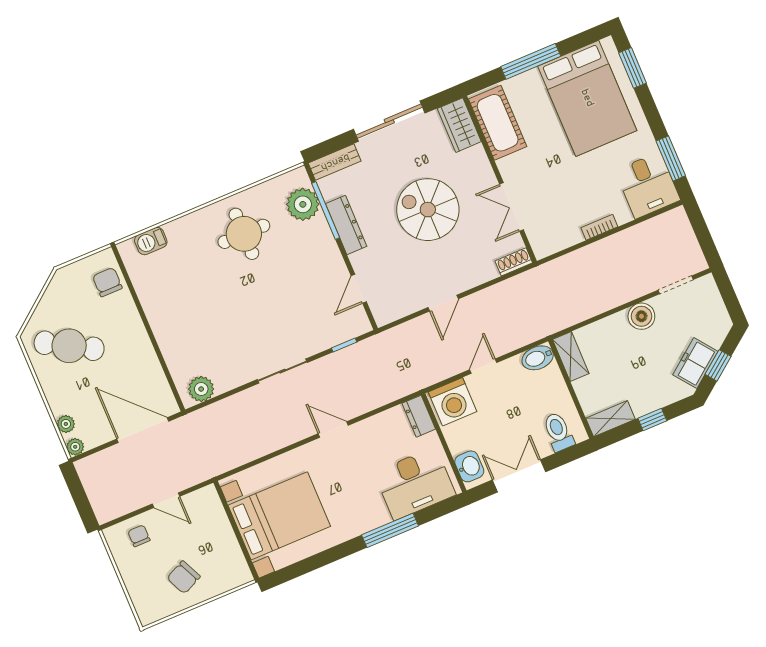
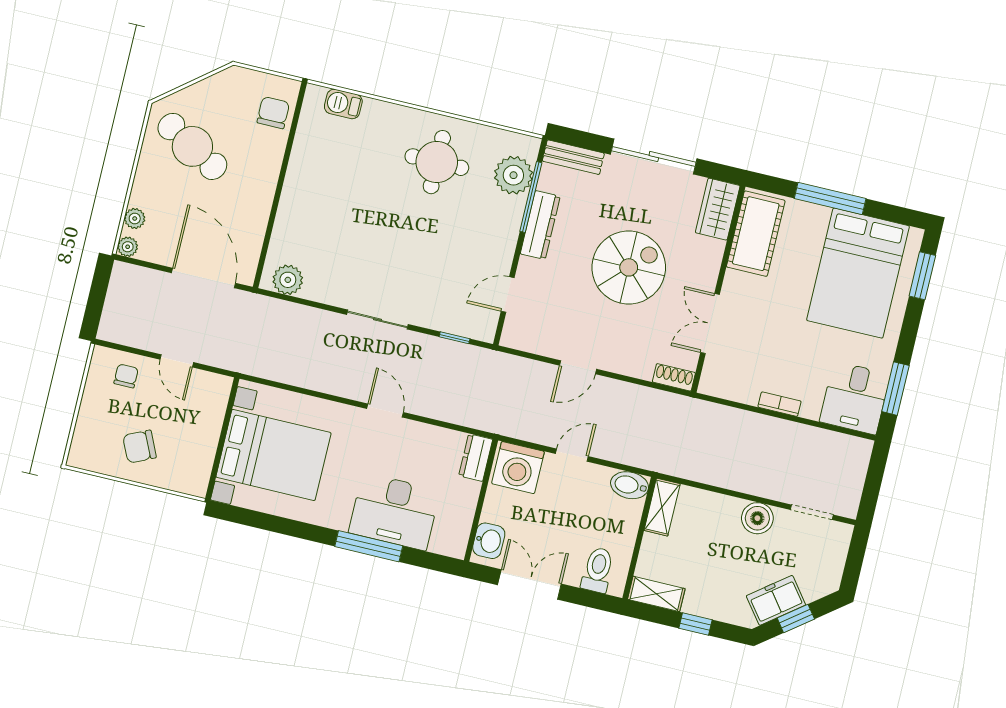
spiral stairs: (428, 210) -> (629, 267), turned 90
desk: (415, 483) -> (394, 512), moved

